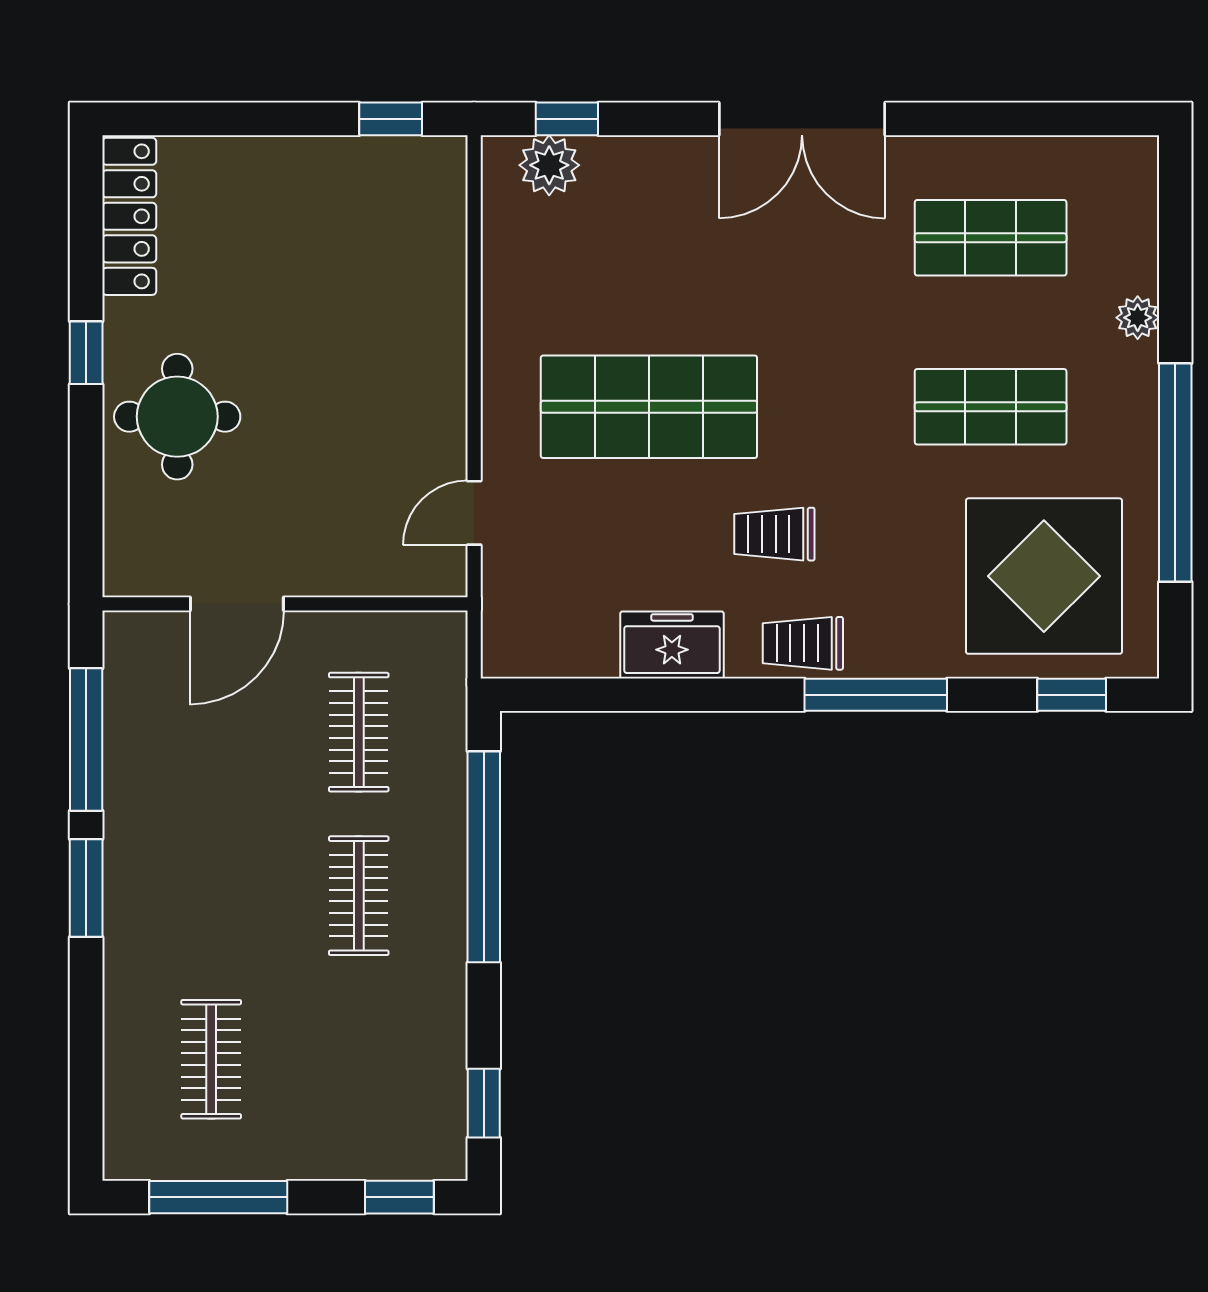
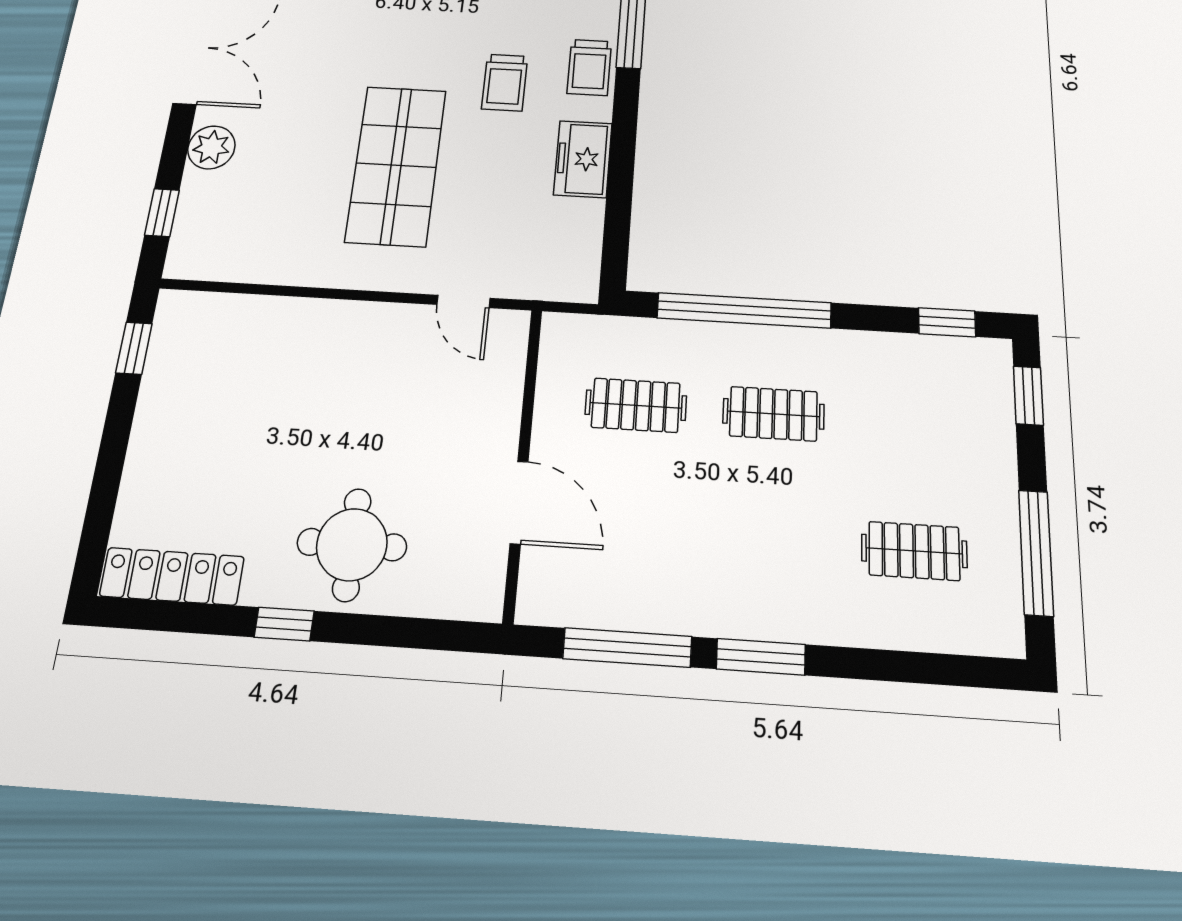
plant: (549, 165) -> (211, 147), moved

